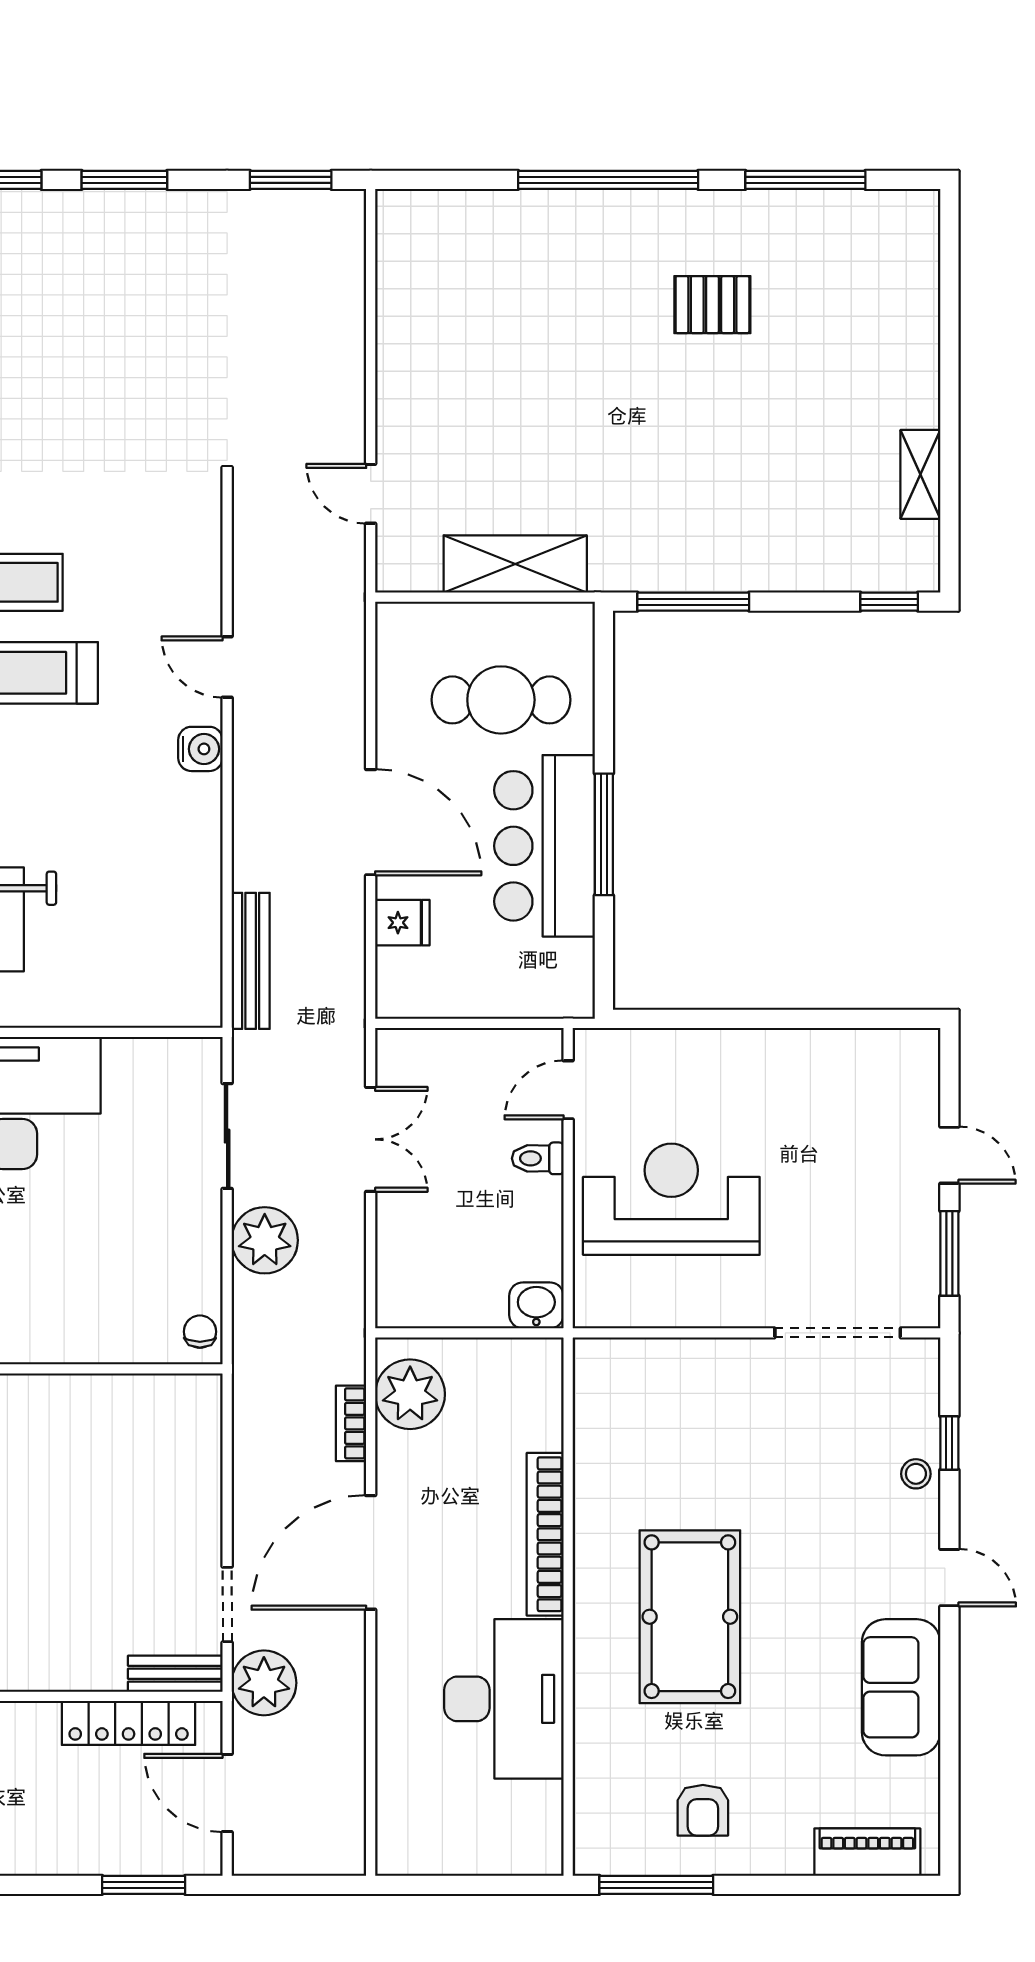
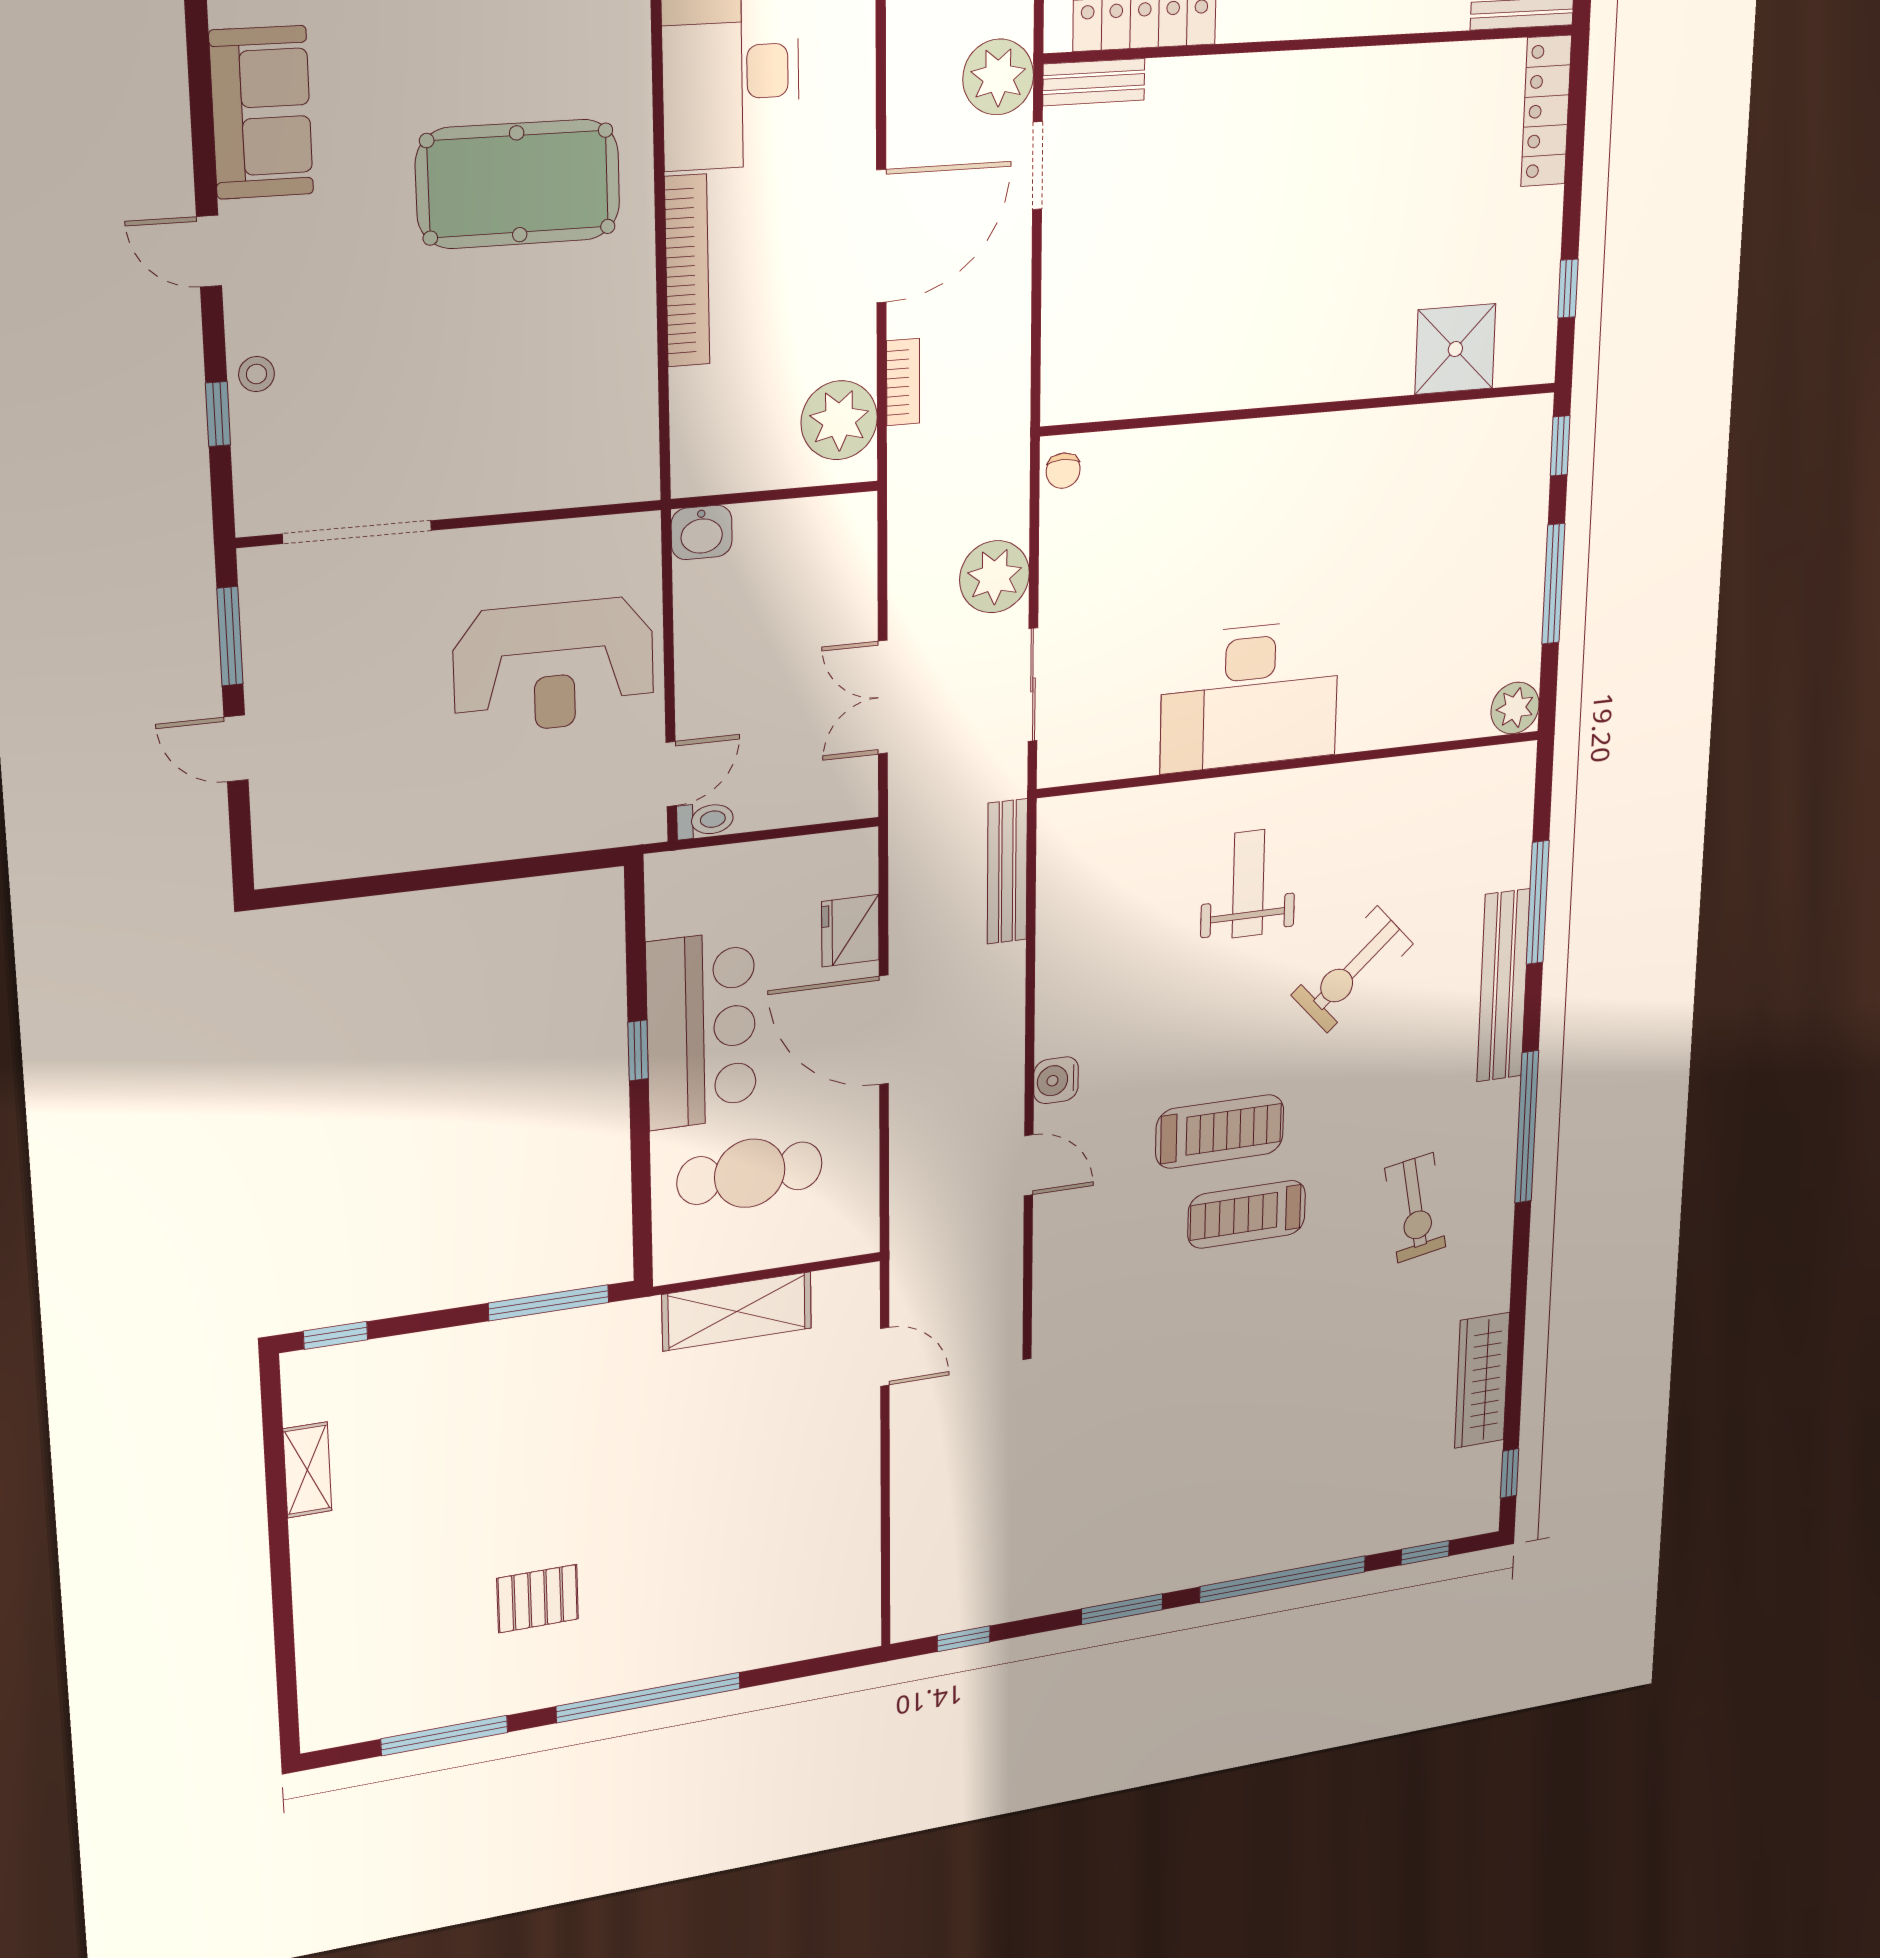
window: (291, 180) -> (964, 1639), width x0.67
window: (604, 834) -> (638, 1050), width x0.46
fridge: (402, 923) -> (850, 931), width x1.38
toilet: (538, 1158) -> (705, 820), moved
pool table: (690, 1617) -> (518, 184), turned 90

